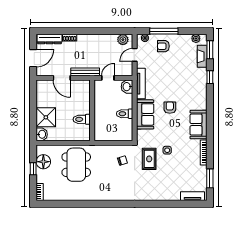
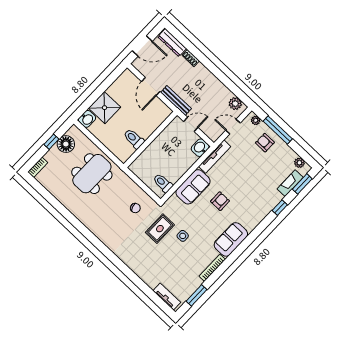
toilet: (125, 114) -> (163, 183), moved

